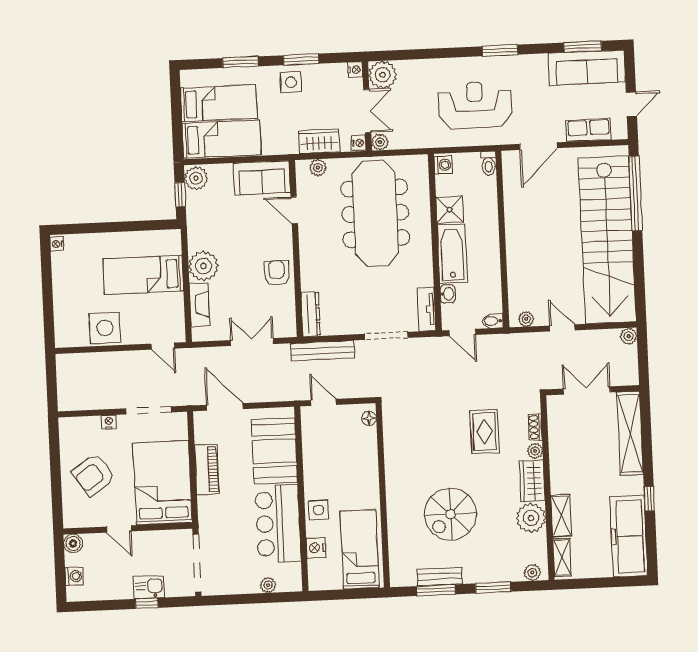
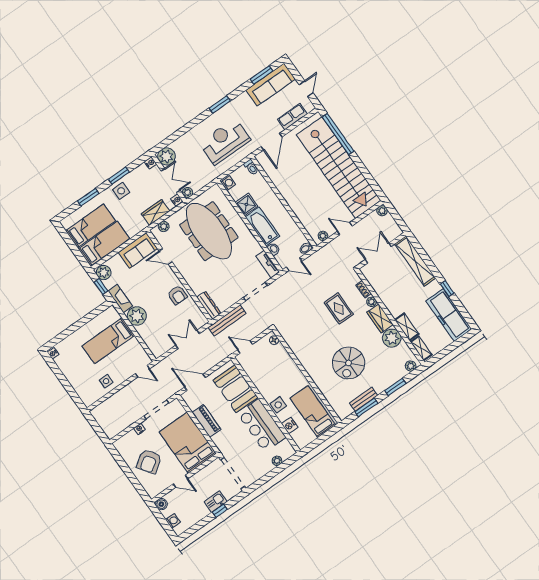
armchair: (277, 273) -> (177, 295), turned 180
fireplace: (199, 305) -> (120, 299), moved
side table: (105, 328) -> (106, 381), width x0.54, depth x0.54

